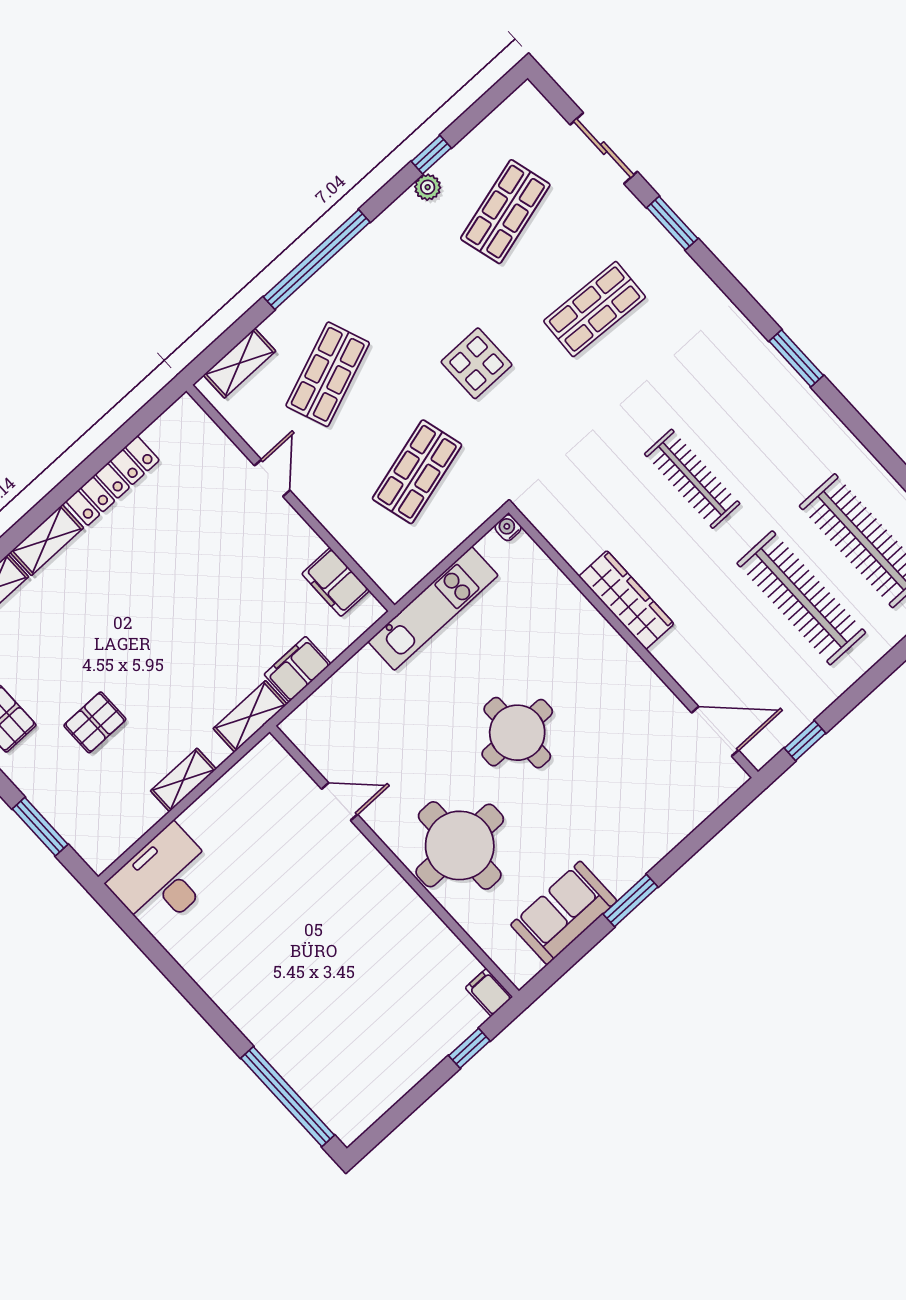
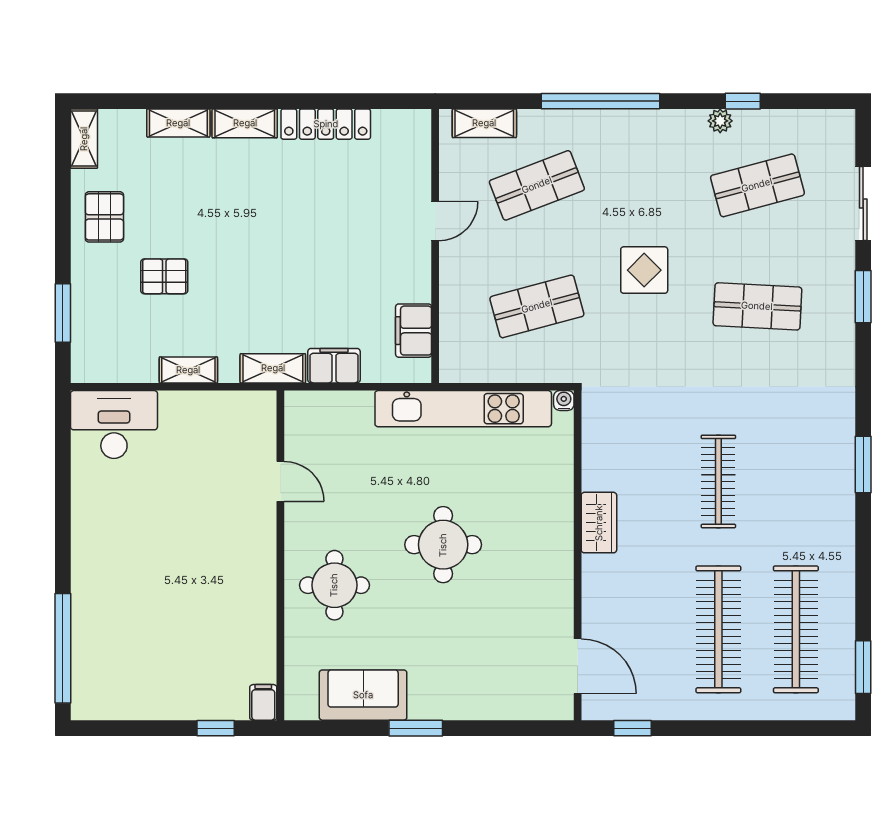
wardrobe: (626, 600) -> (599, 523), width x0.67
kitchen unit: (433, 608) -> (463, 409), width x1.36
round table: (460, 845) -> (334, 585), width x0.73, depth x0.73

